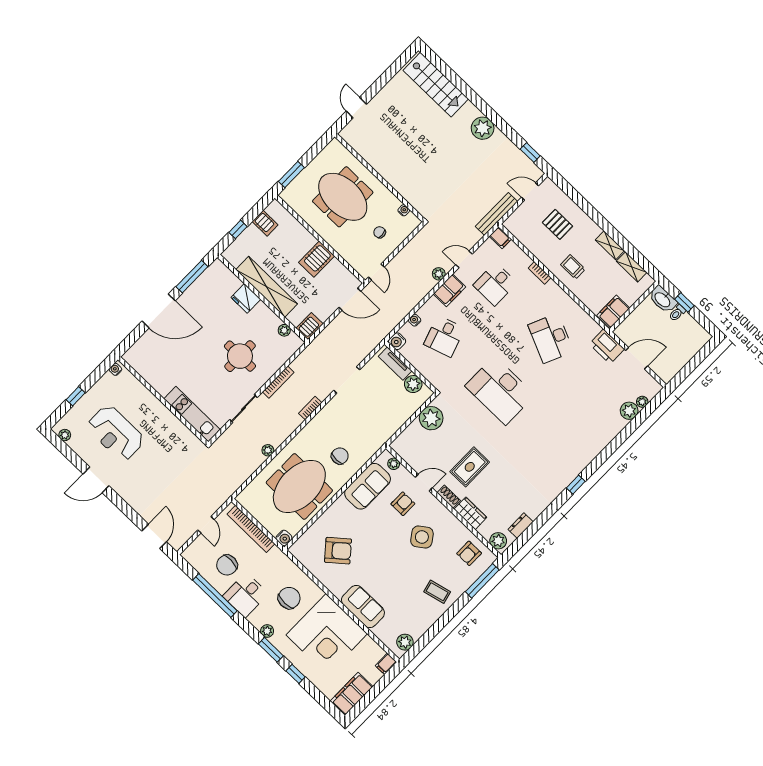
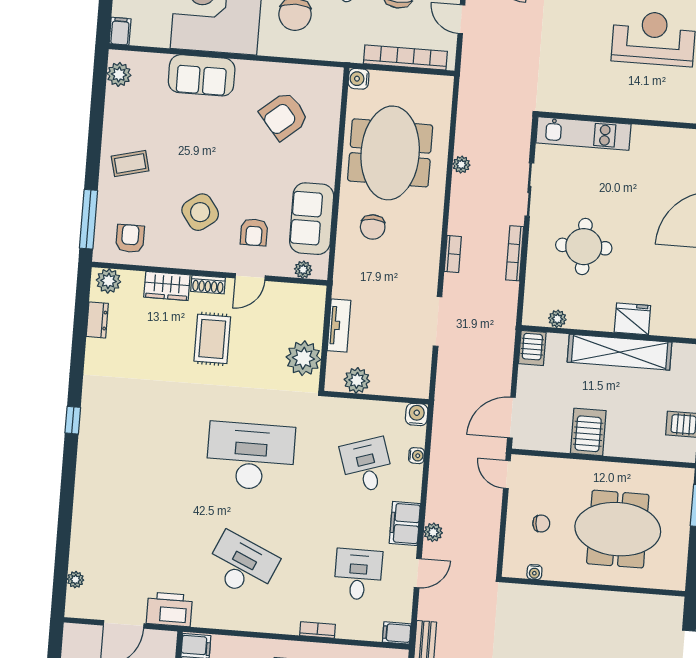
tv unit: (395, 364) -> (339, 326), moved, turned 90
plant: (629, 411) -> (82, 557), removed

